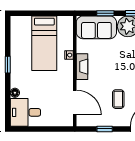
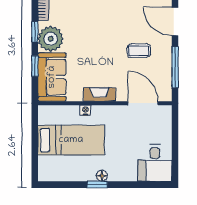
floor lamp: (15, 93) -> (102, 176), moved
door: (75, 103) -> (143, 103), hinge flipped
window: (105, 129) -> (175, 67), width x2.17

